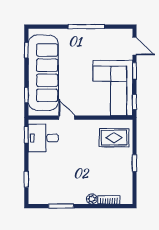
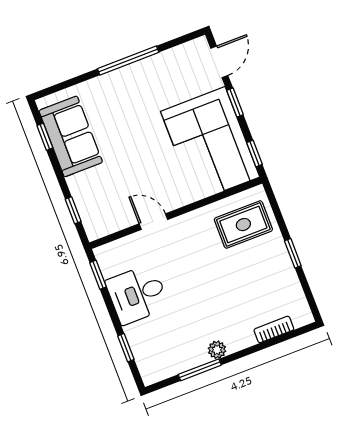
door: (134, 46) -> (219, 62), hinge flipped
sofa: (43, 73) -> (71, 136), width x0.54, depth x0.79
desk: (43, 138) -> (137, 294), moved
plant: (92, 199) -> (217, 350), moved

